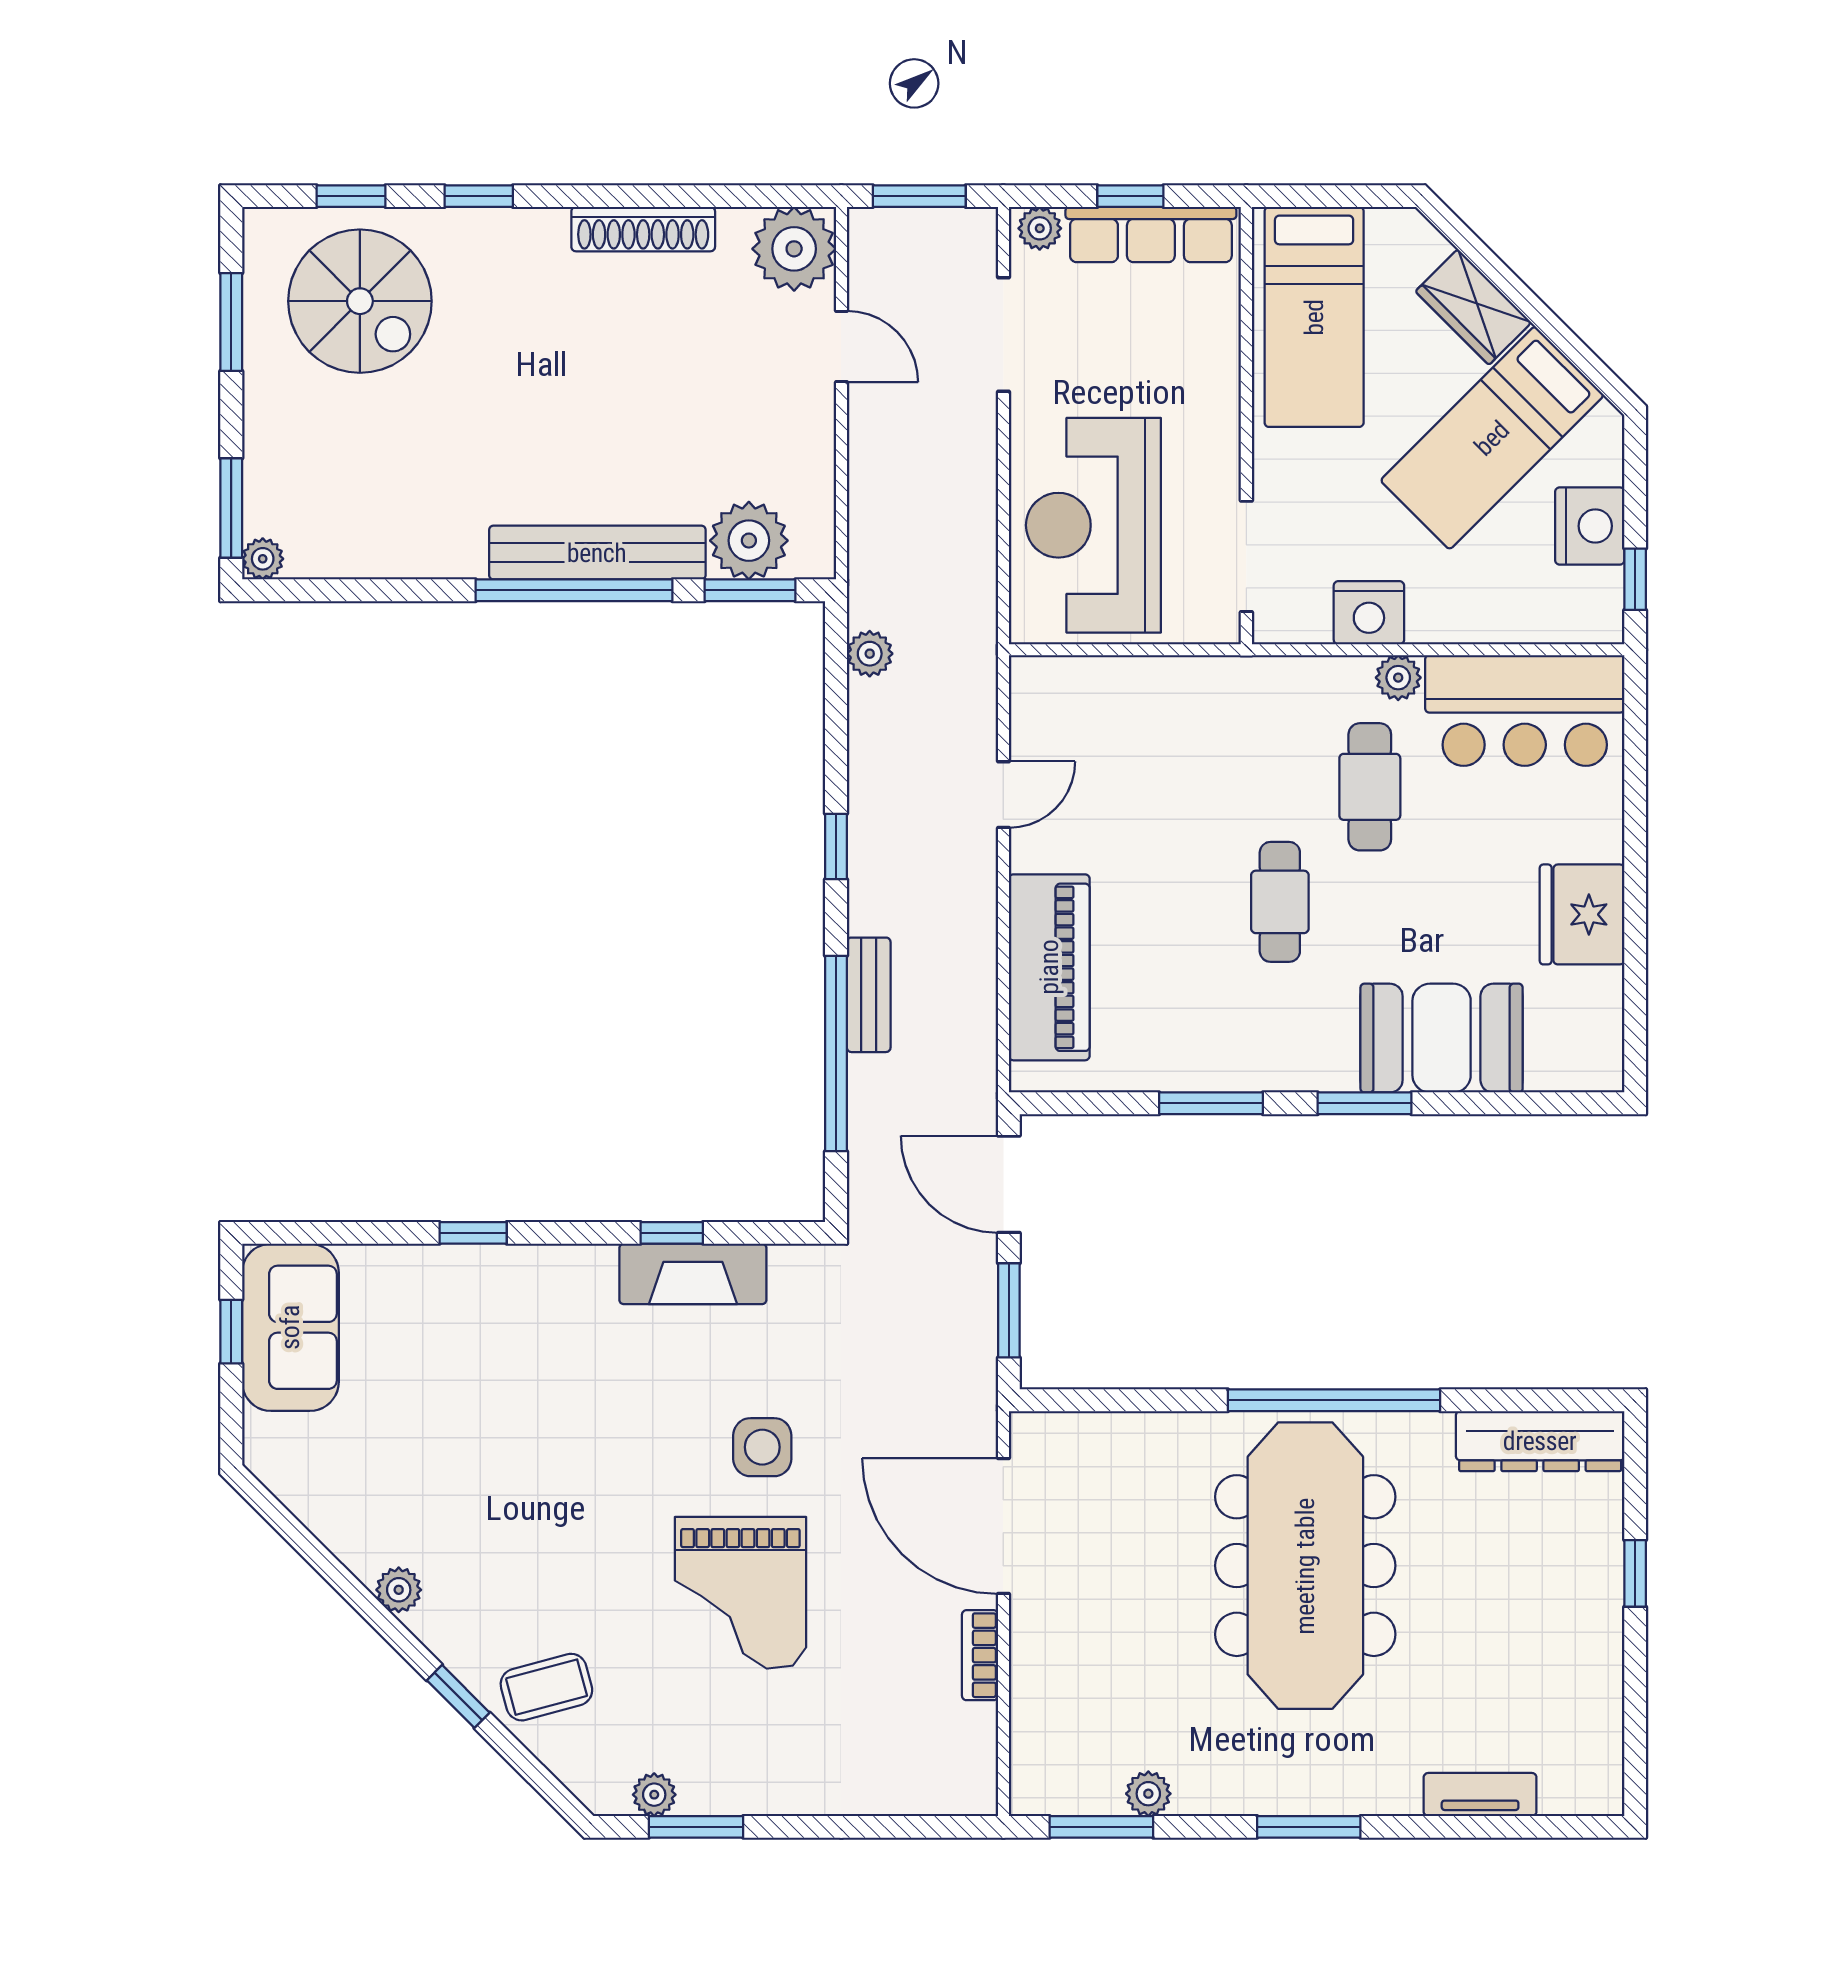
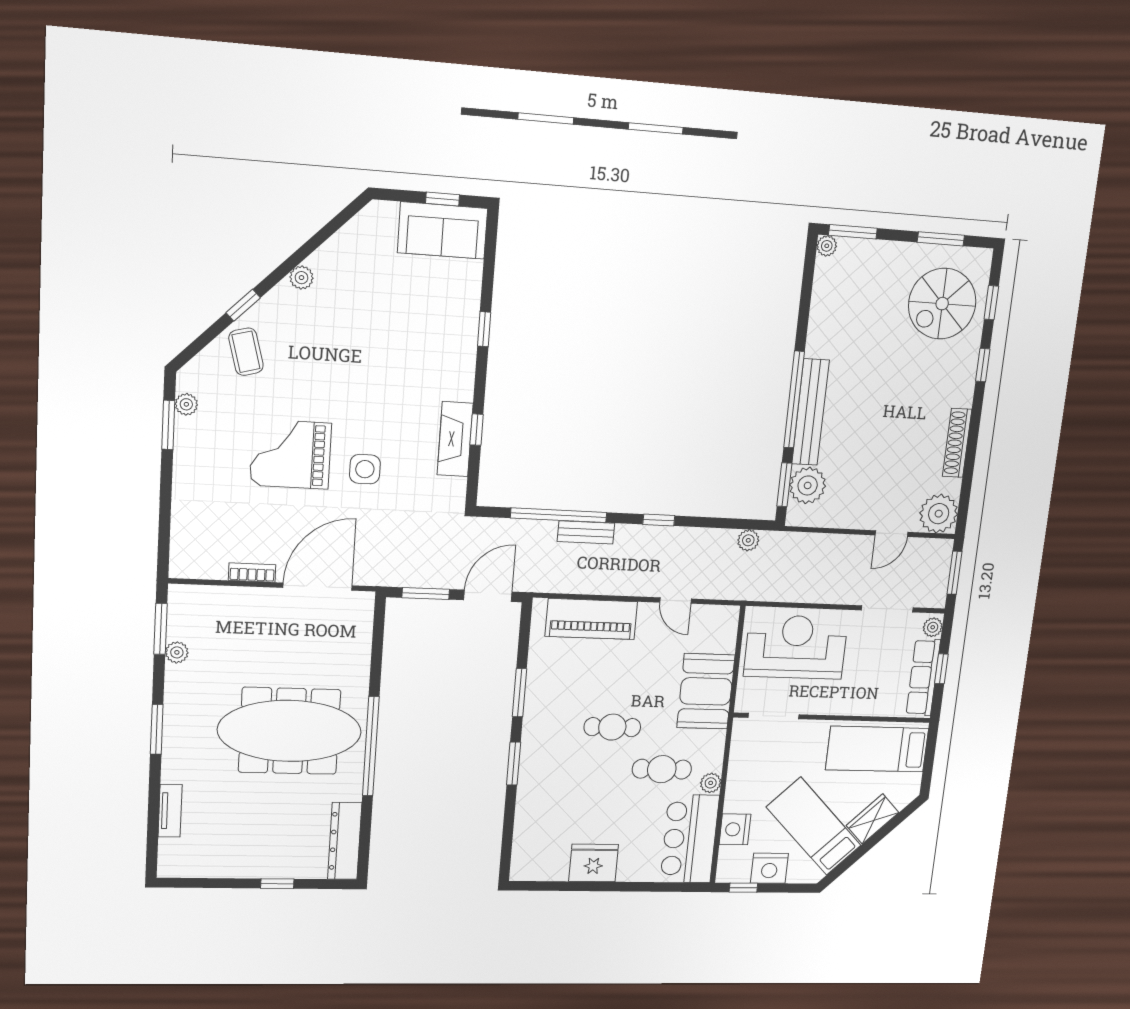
nightstand: (1369, 613) -> (735, 829), moved
booth: (1442, 1038) -> (706, 691), moved

